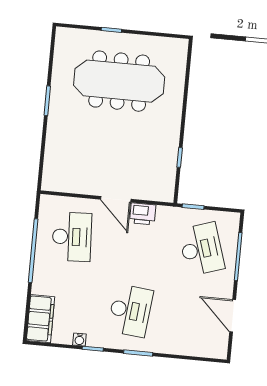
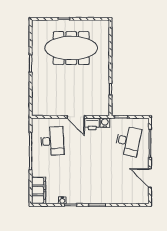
water cooler: (165, 214) -> (105, 123), added
desk: (201, 249) -> (128, 141), turned 30
desk: (130, 311) -> (90, 181), removed

